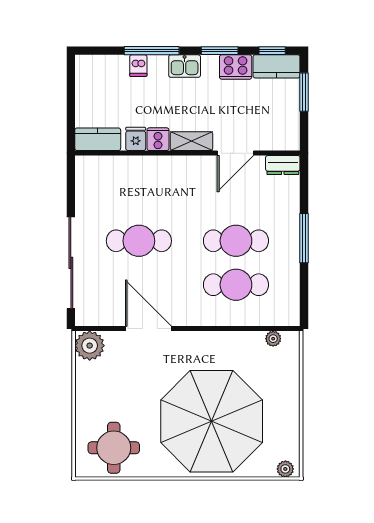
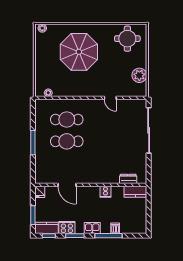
fridge: (136, 139) -> (40, 192), moved
shelving: (192, 141) -> (89, 191), removed
door: (235, 153) -> (67, 185), swing flipped
dresser: (283, 165) -> (128, 179), moved
cafe table: (139, 241) -> (115, 141), removed
door: (148, 328) -> (110, 98), width x0.53
plant: (90, 346) -> (139, 75), moved
parasol: (212, 421) -> (79, 52), width x0.73, depth x0.73

